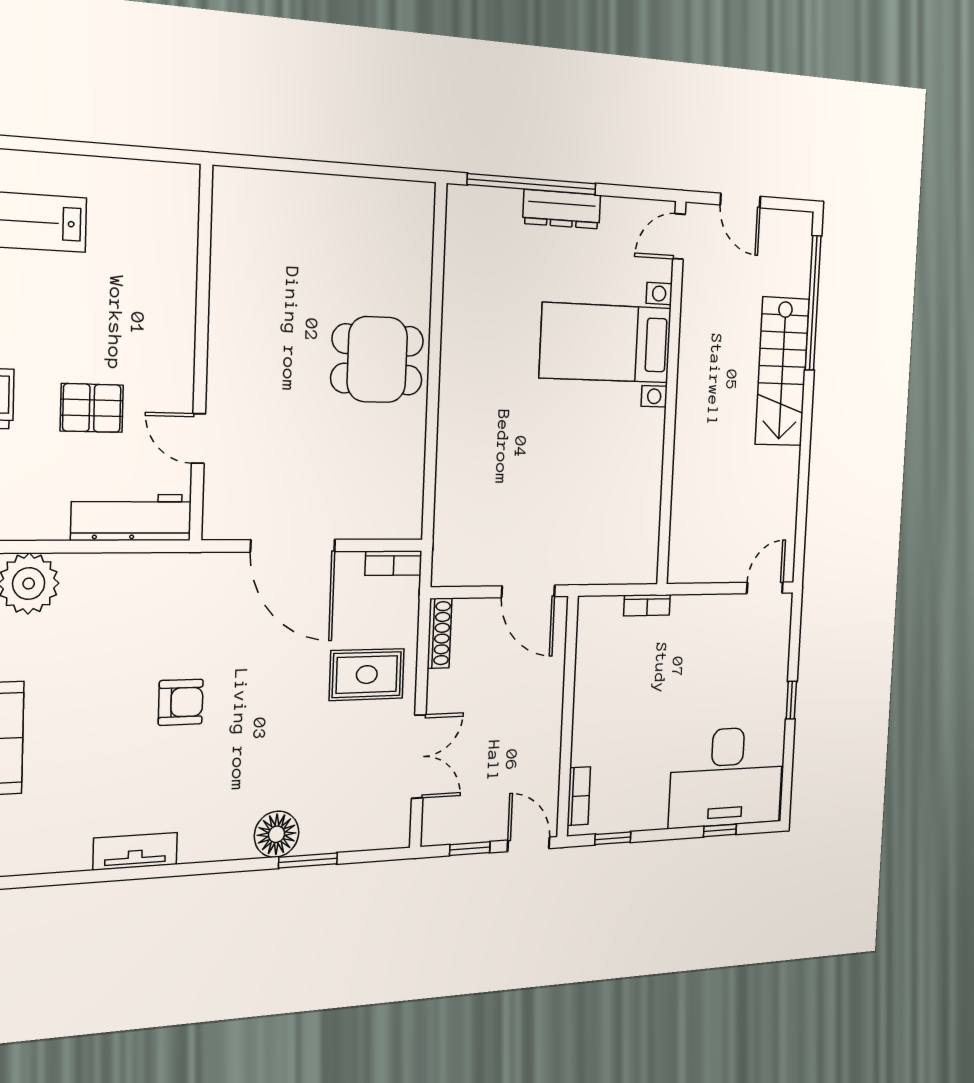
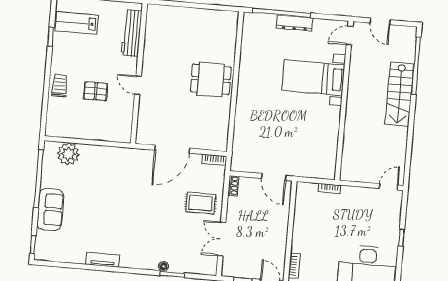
door: (199, 439) -> (138, 85), moved
workbench: (132, 517) -> (131, 33), moved, turned -90
door: (293, 546) -> (172, 149), hinge flipped
shoe rack: (439, 633) -> (233, 186), width x0.70
armchair: (181, 702) -> (124, 205), removed
double door: (419, 757) -> (222, 239), swing flipped
floor lamp: (277, 834) -> (164, 266), width x0.53, depth x0.53

